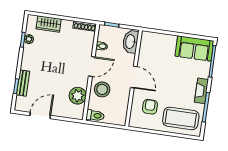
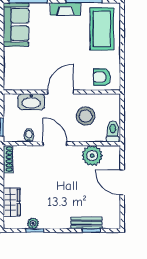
washbasin: (130, 42) -> (31, 102), moved
stool: (102, 89) -> (86, 116), moved
armchair: (150, 107) -> (102, 77), moved
door: (40, 115) -> (122, 182), moved

